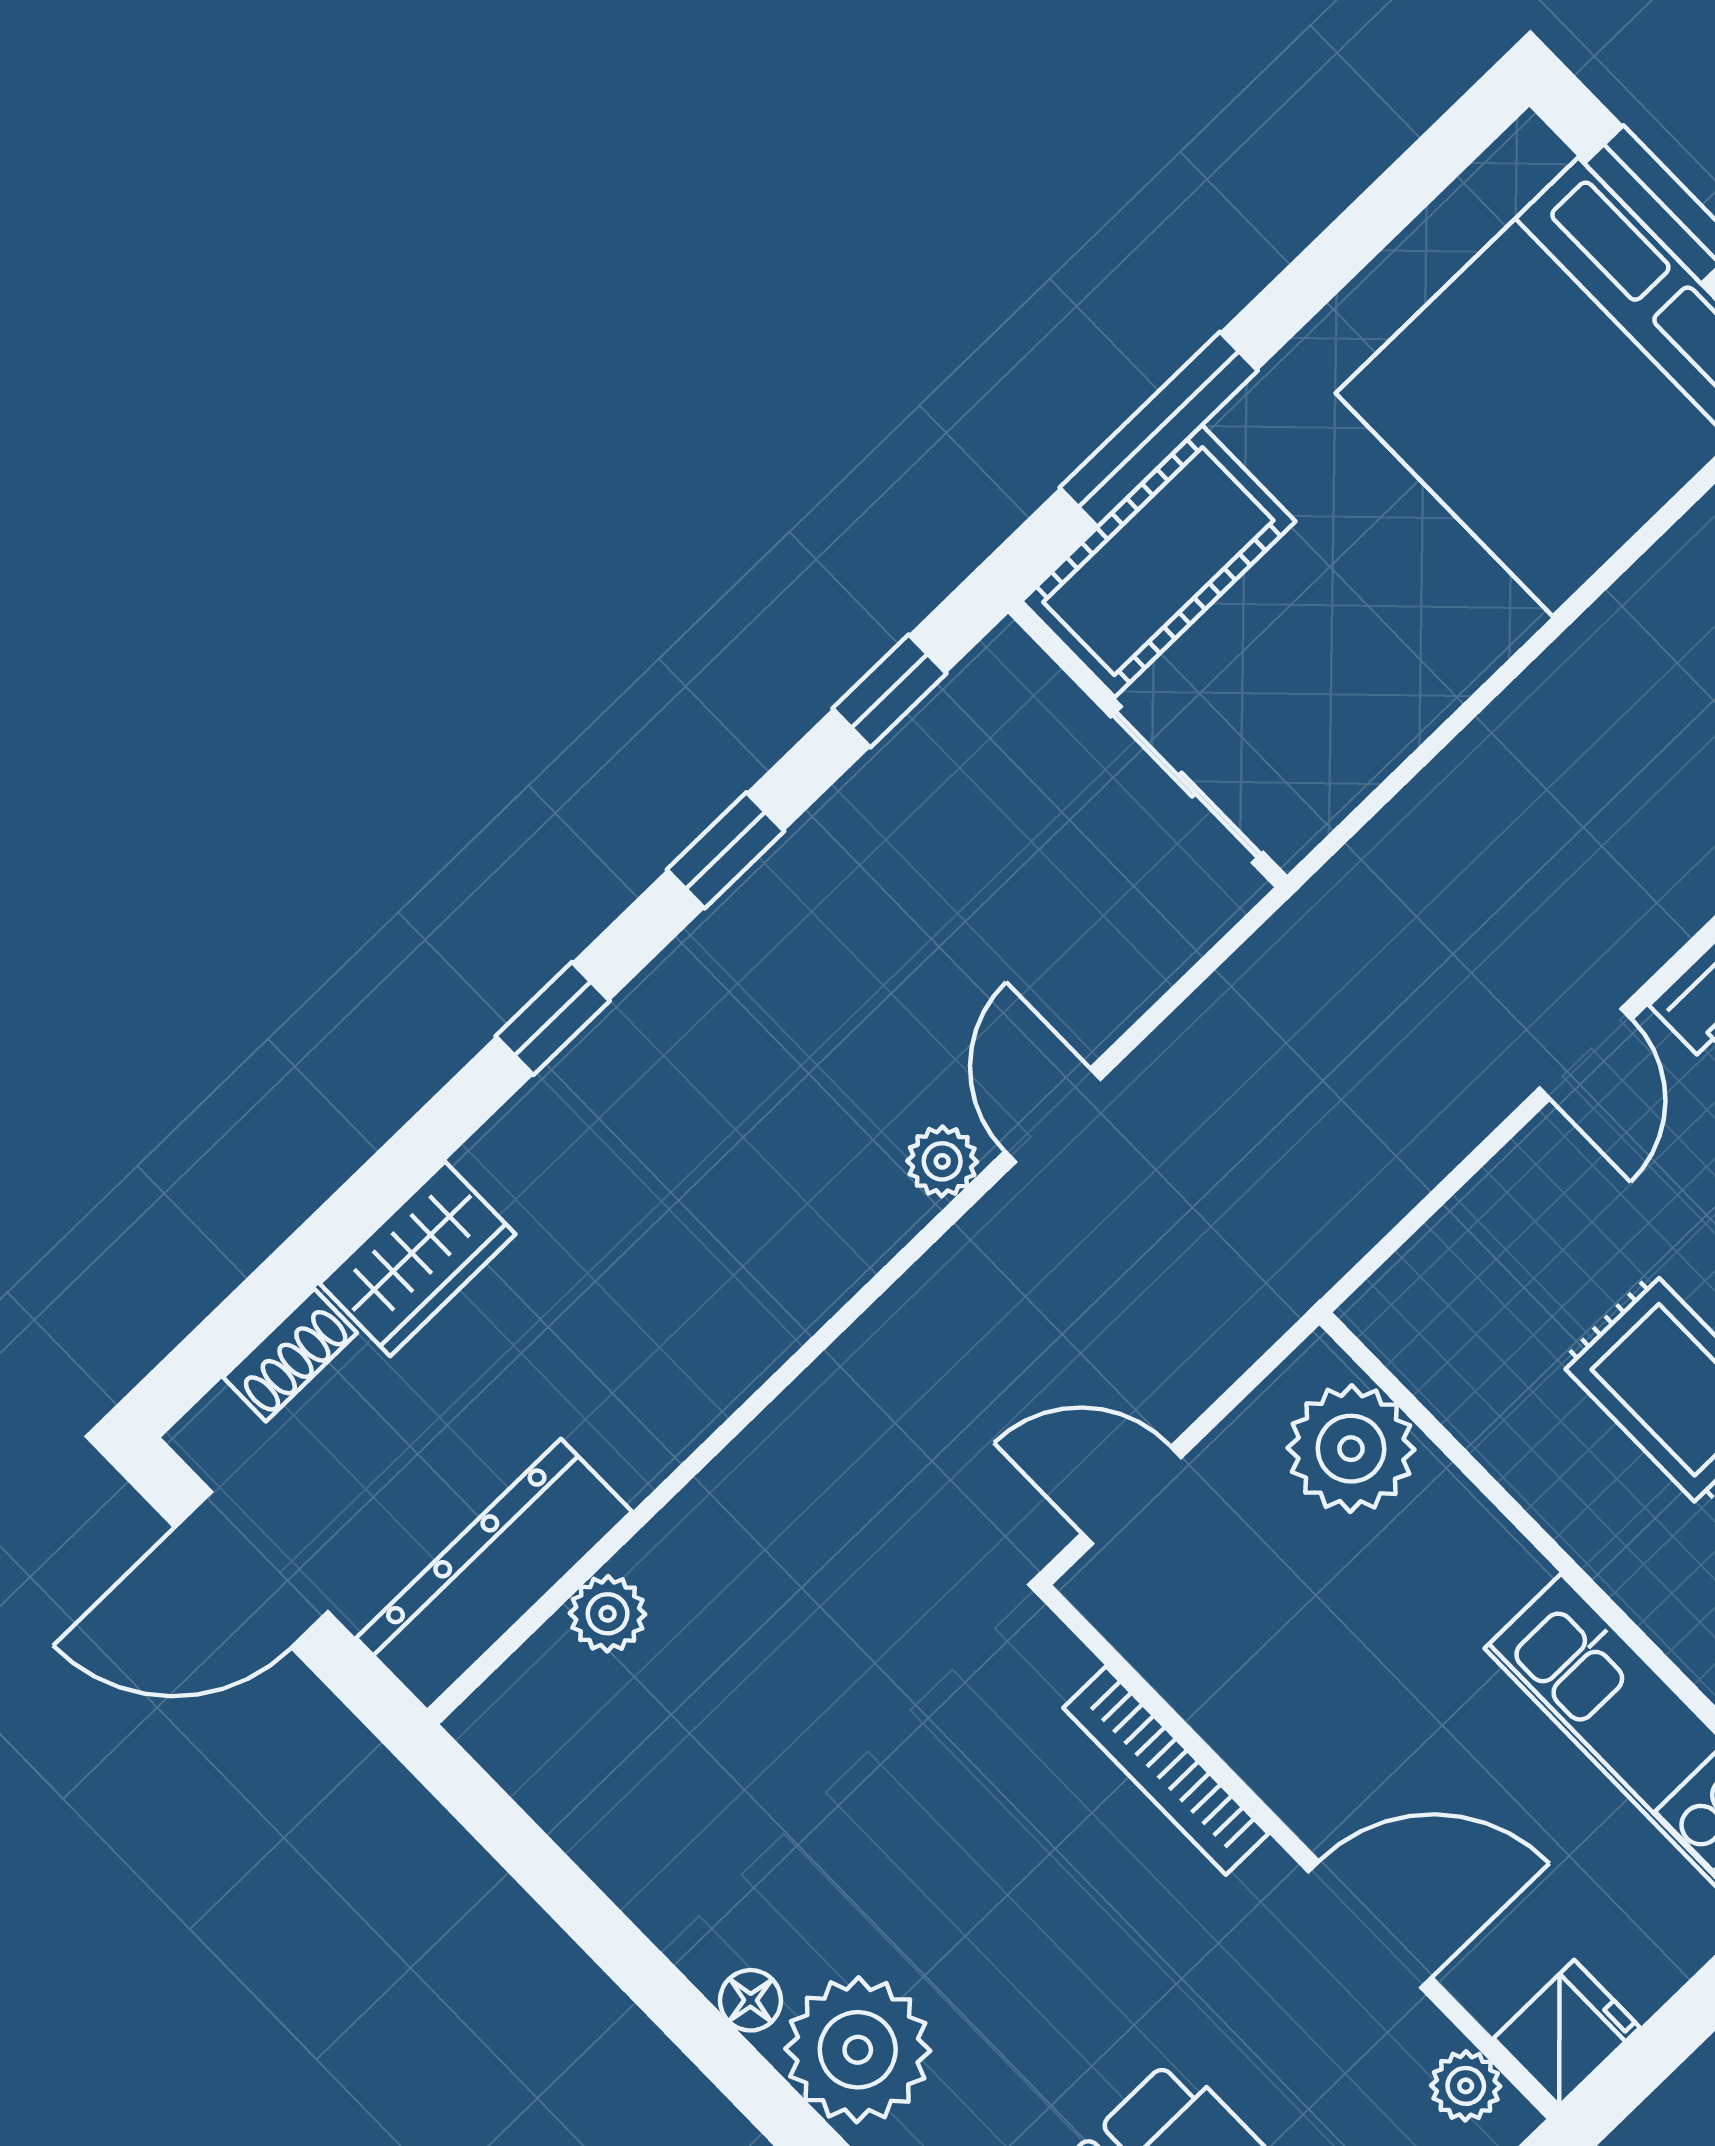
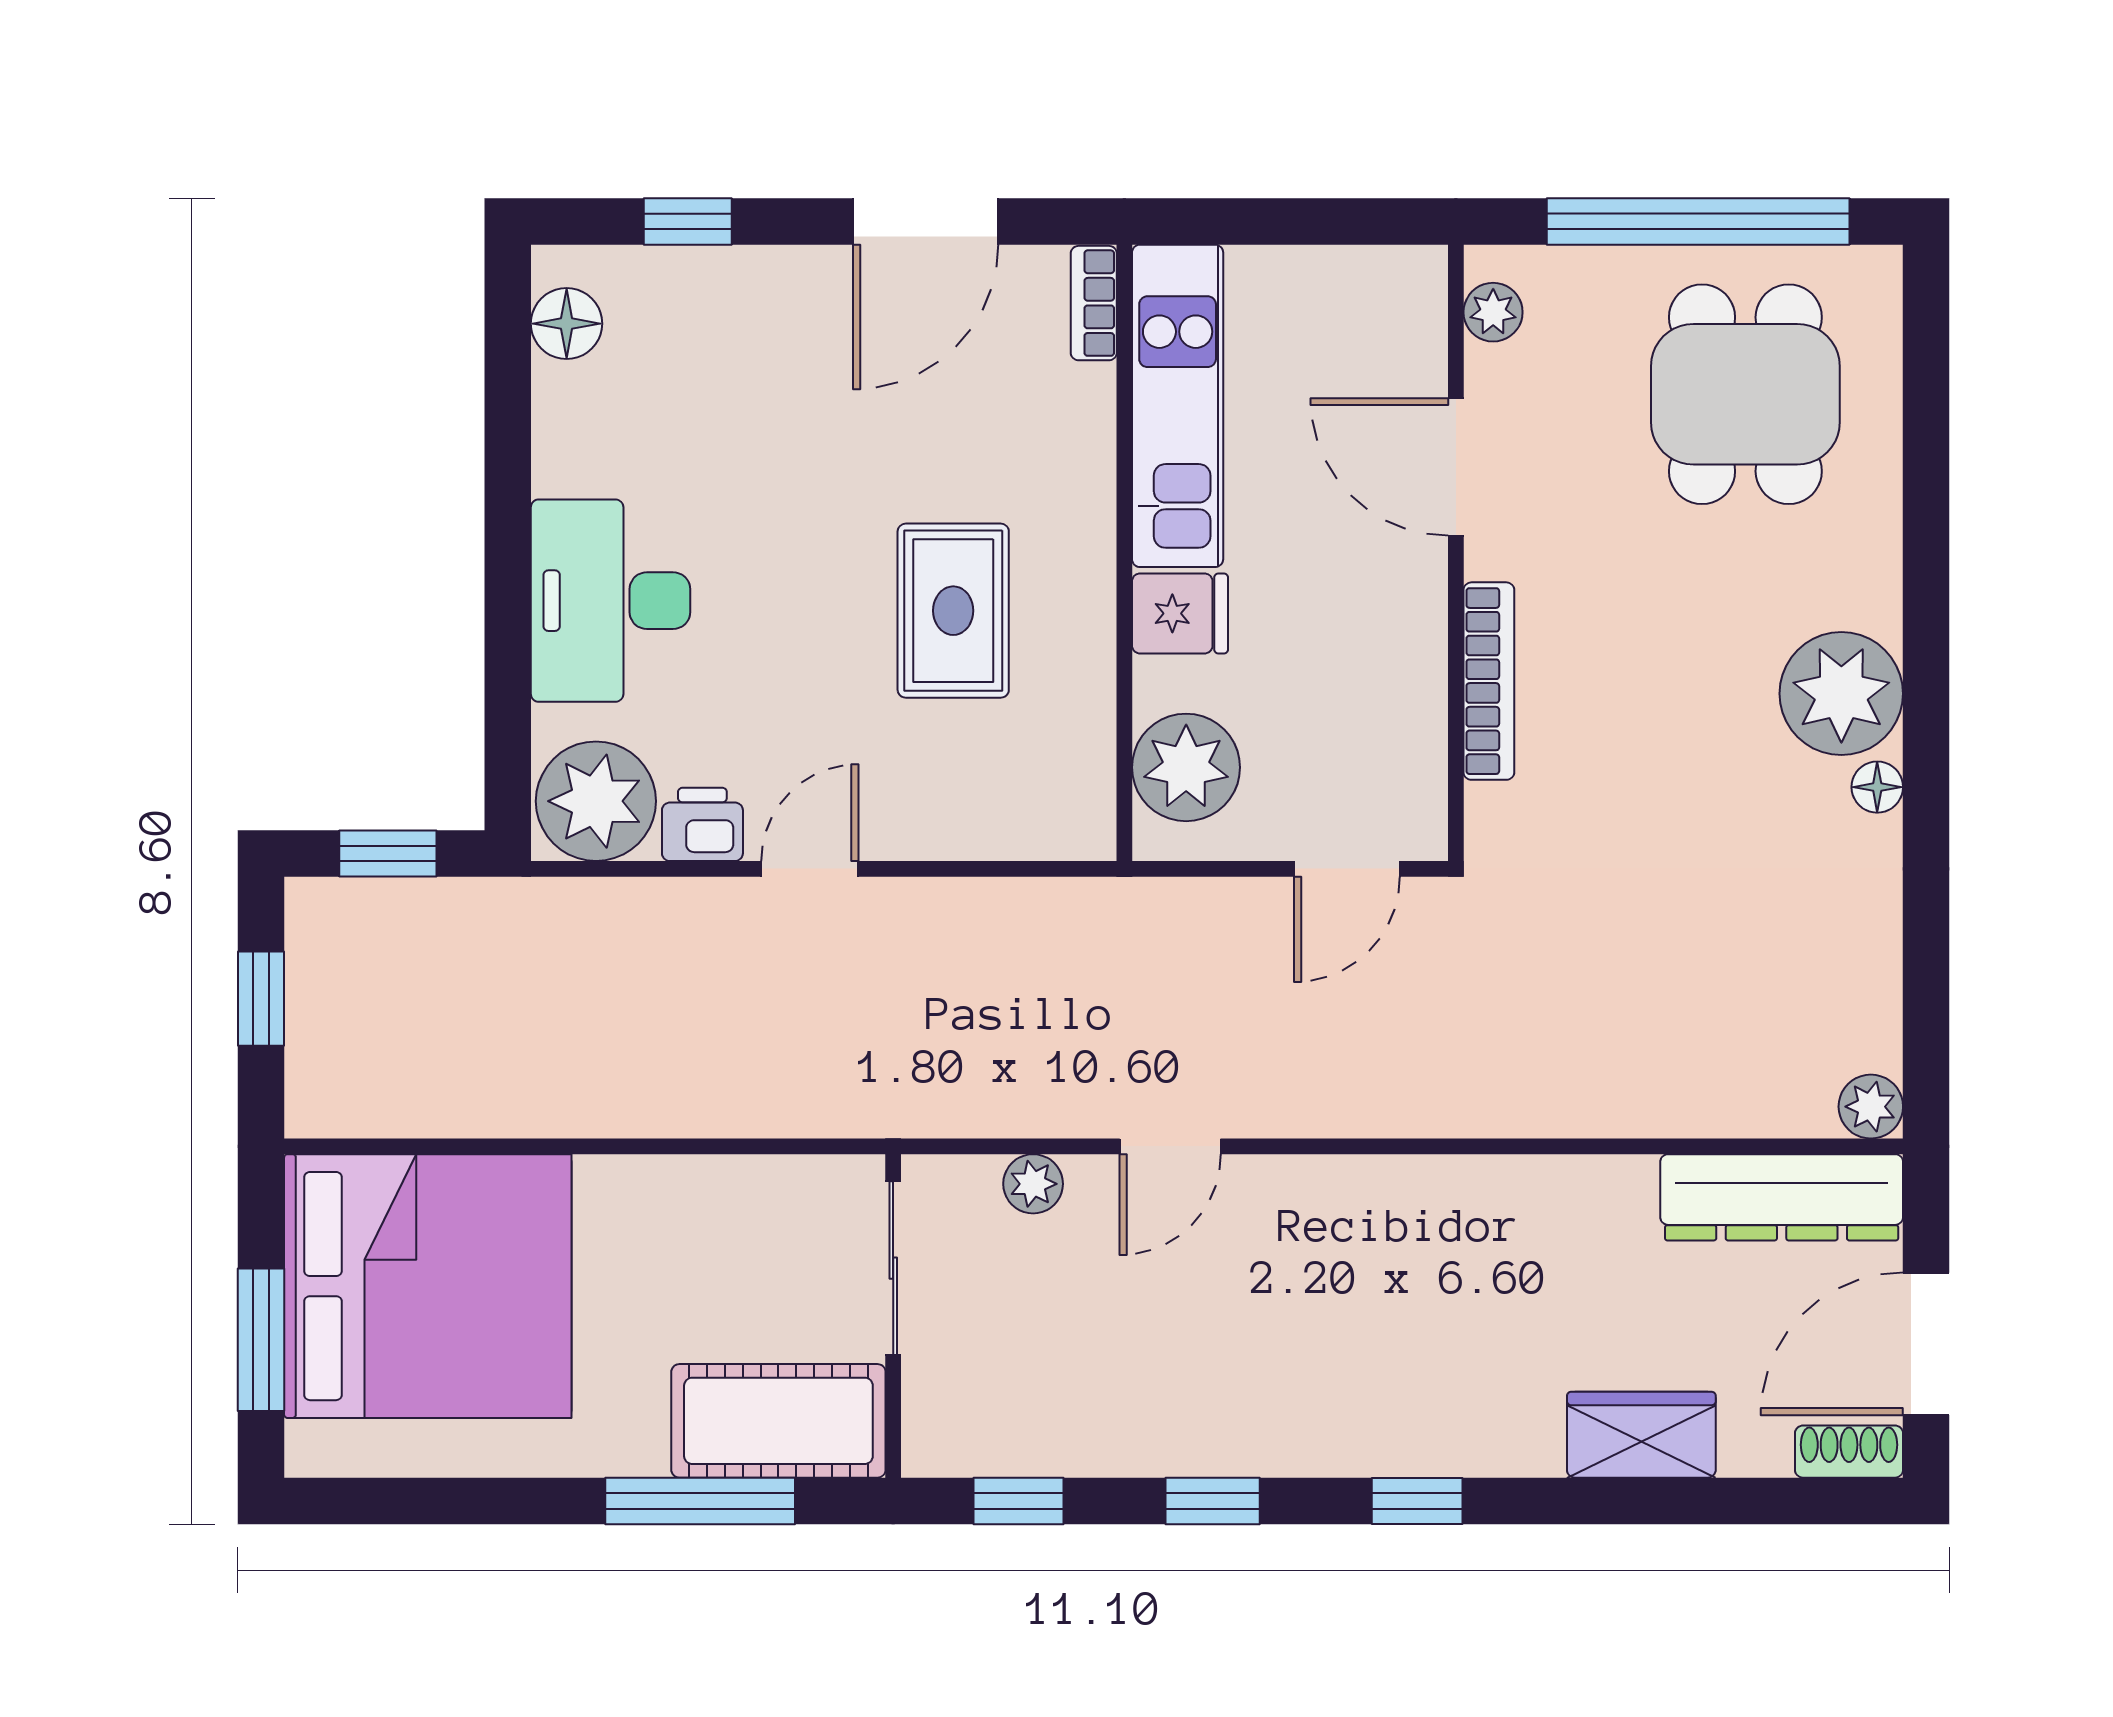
plant: (942, 1161) -> (1033, 1184), moved
shoe rack: (290, 1355) -> (1849, 1452), moved
door: (1132, 1495) -> (1347, 869), hinge flipped
door: (251, 1570) -> (1926, 1344), swing flipped
plant: (608, 1614) -> (1871, 1107), moved
fridge: (1567, 2033) -> (1180, 613), moved, turned 180

